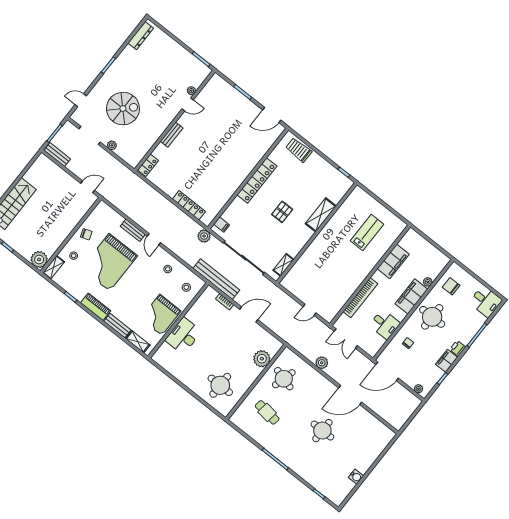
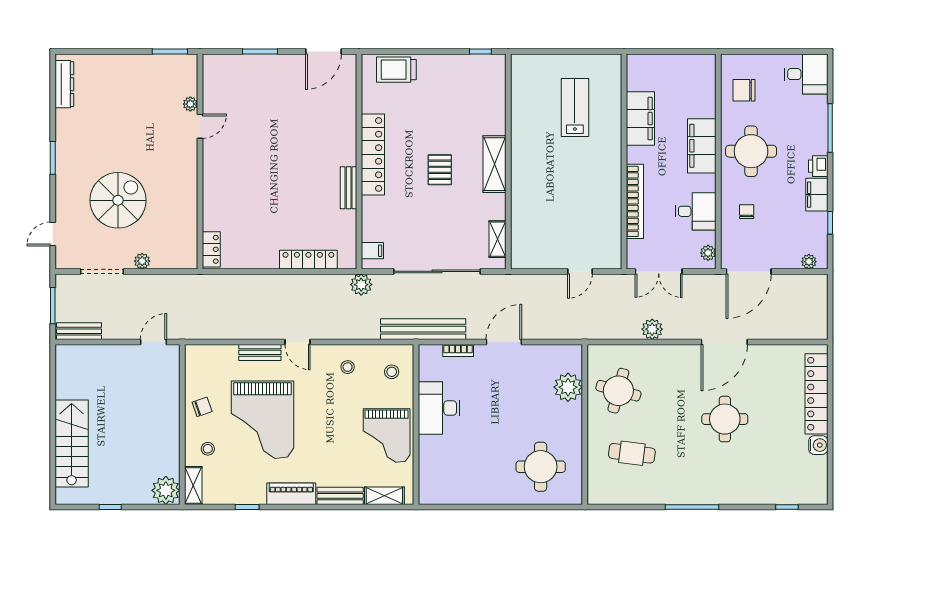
bench: (172, 135) -> (349, 188), moved
shelving: (321, 215) -> (494, 164), moved
plant: (428, 282) -> (708, 253), moved
desk: (183, 336) -> (439, 408), moved
locker: (374, 452) -> (816, 394), added

